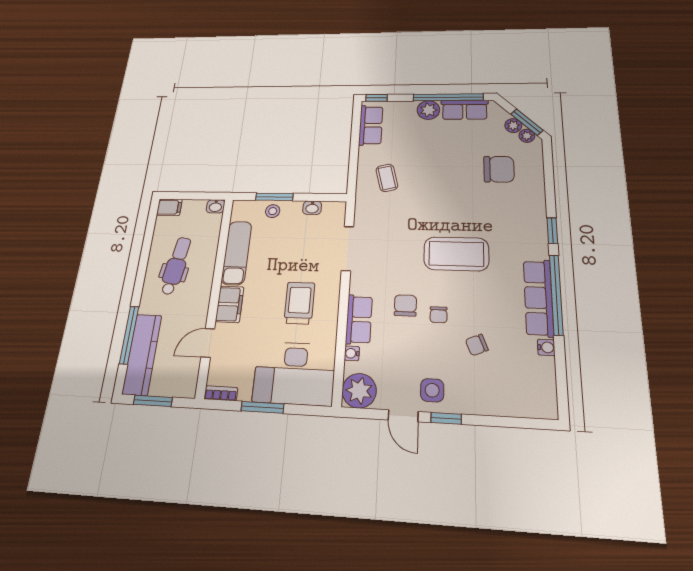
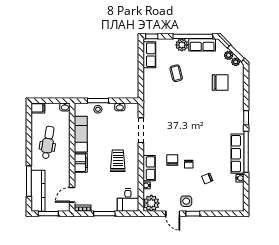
coffee table: (387, 178) -> (176, 73), moved
coffee table: (456, 254) -> (197, 132), removed
door: (208, 343) -> (72, 195), moved
desk: (294, 373) -> (128, 200), width x0.53, depth x0.77

